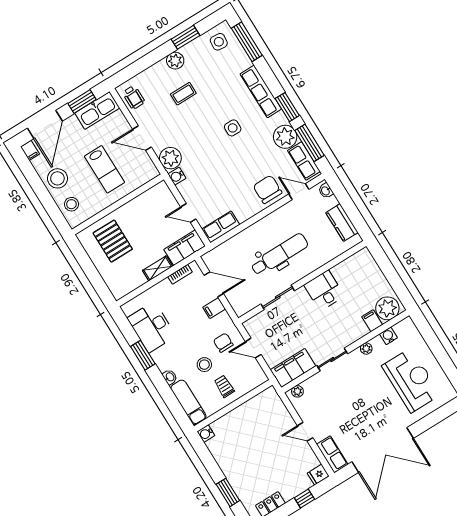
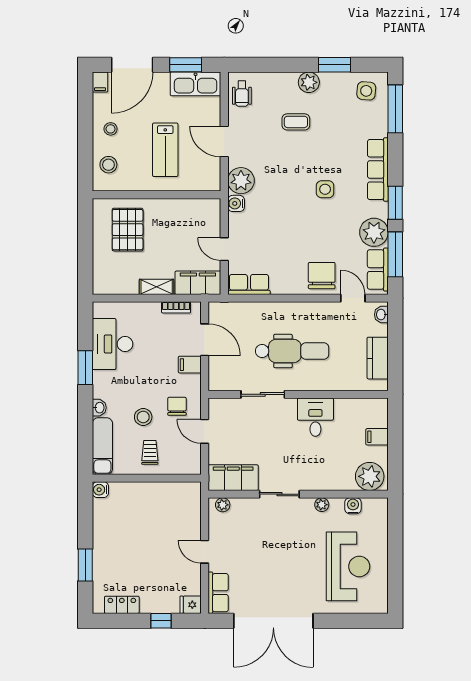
stool: (57, 178) -> (111, 129), width x0.53, depth x0.53
filing cabinet: (372, 321) -> (377, 437), moved, turned -90

